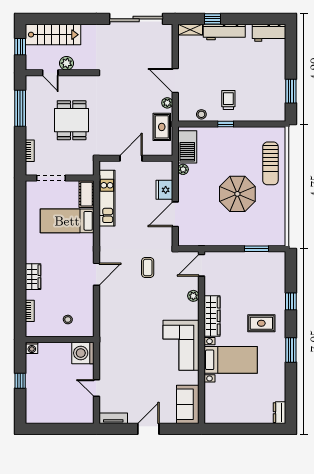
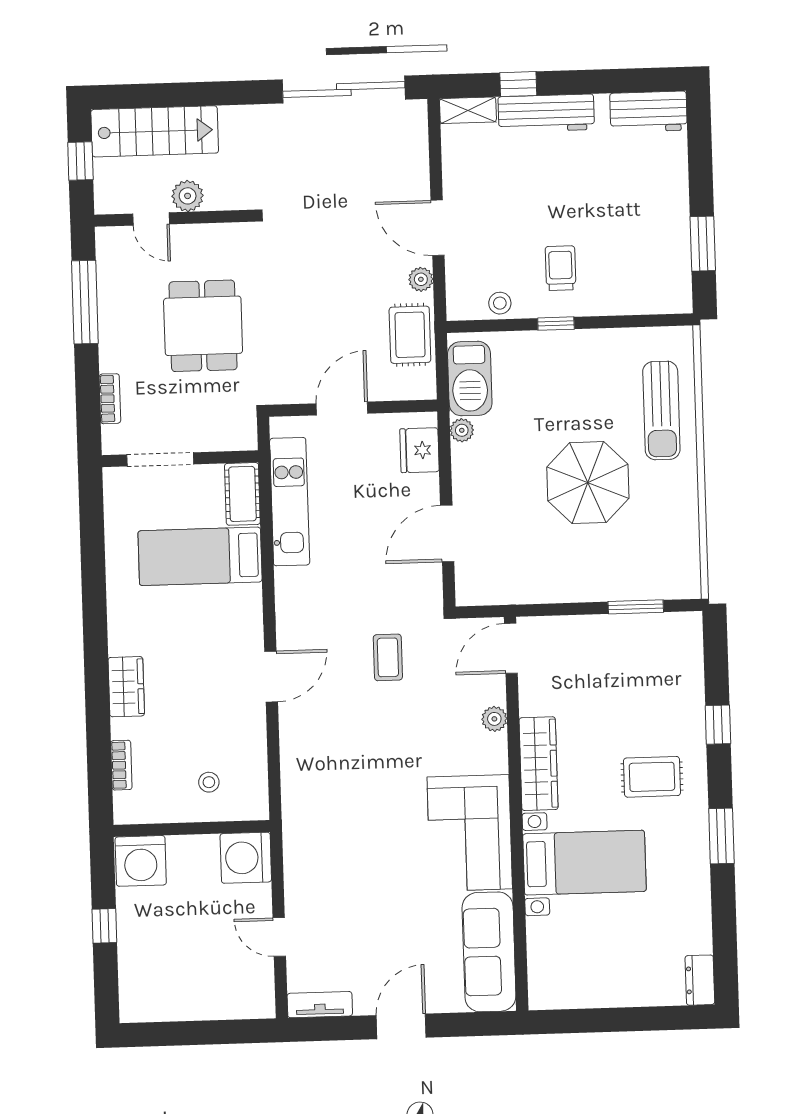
fridge: (164, 190) -> (419, 450), moved
washing machine: (32, 348) -> (141, 861), width x1.89, depth x1.89
sofa: (188, 404) -> (489, 952), width x1.36

